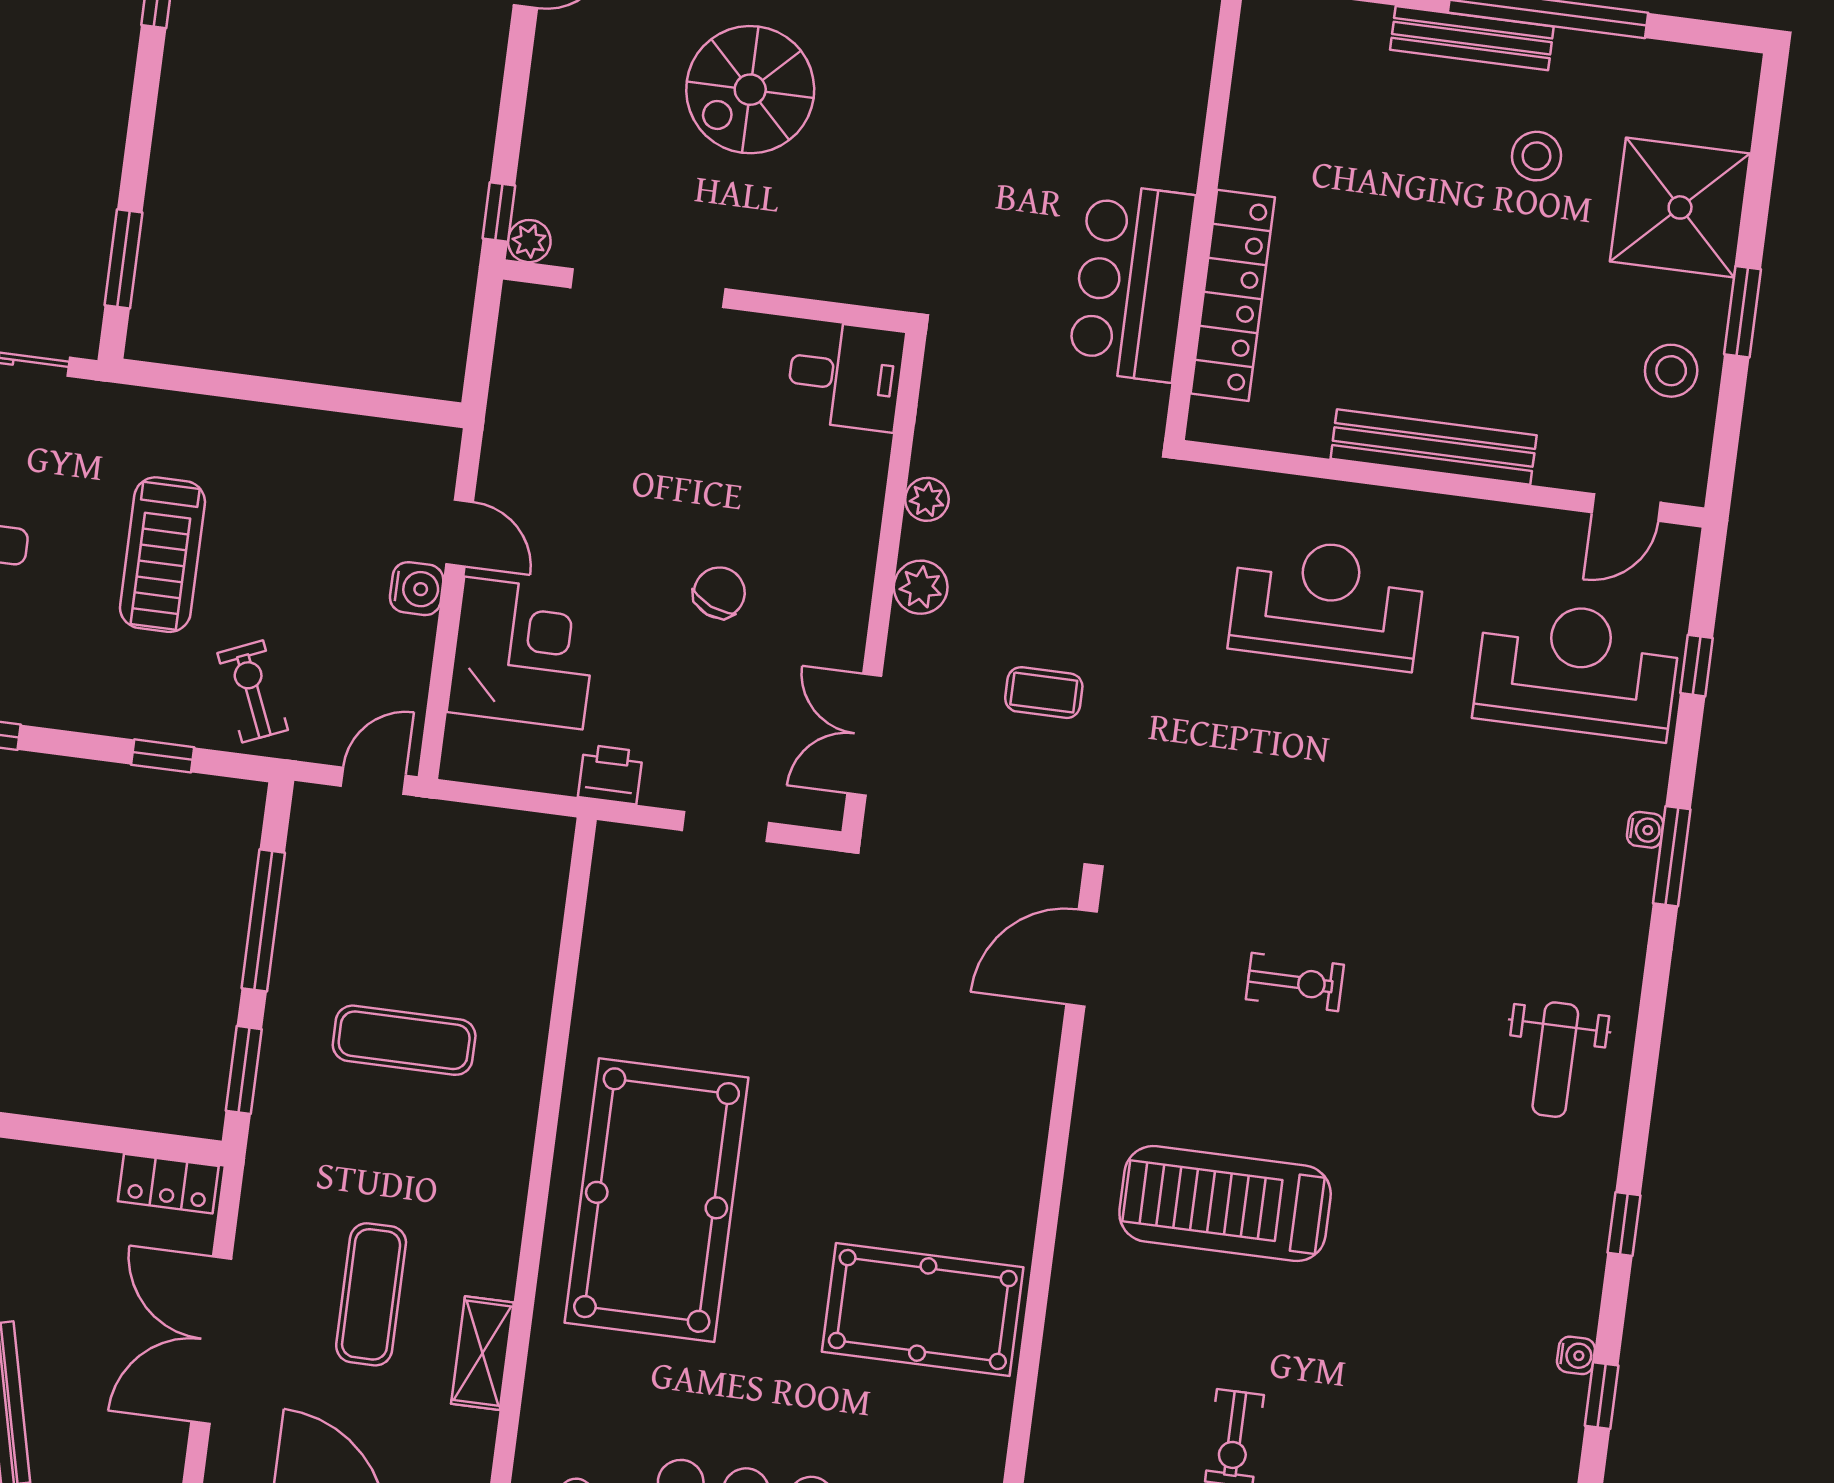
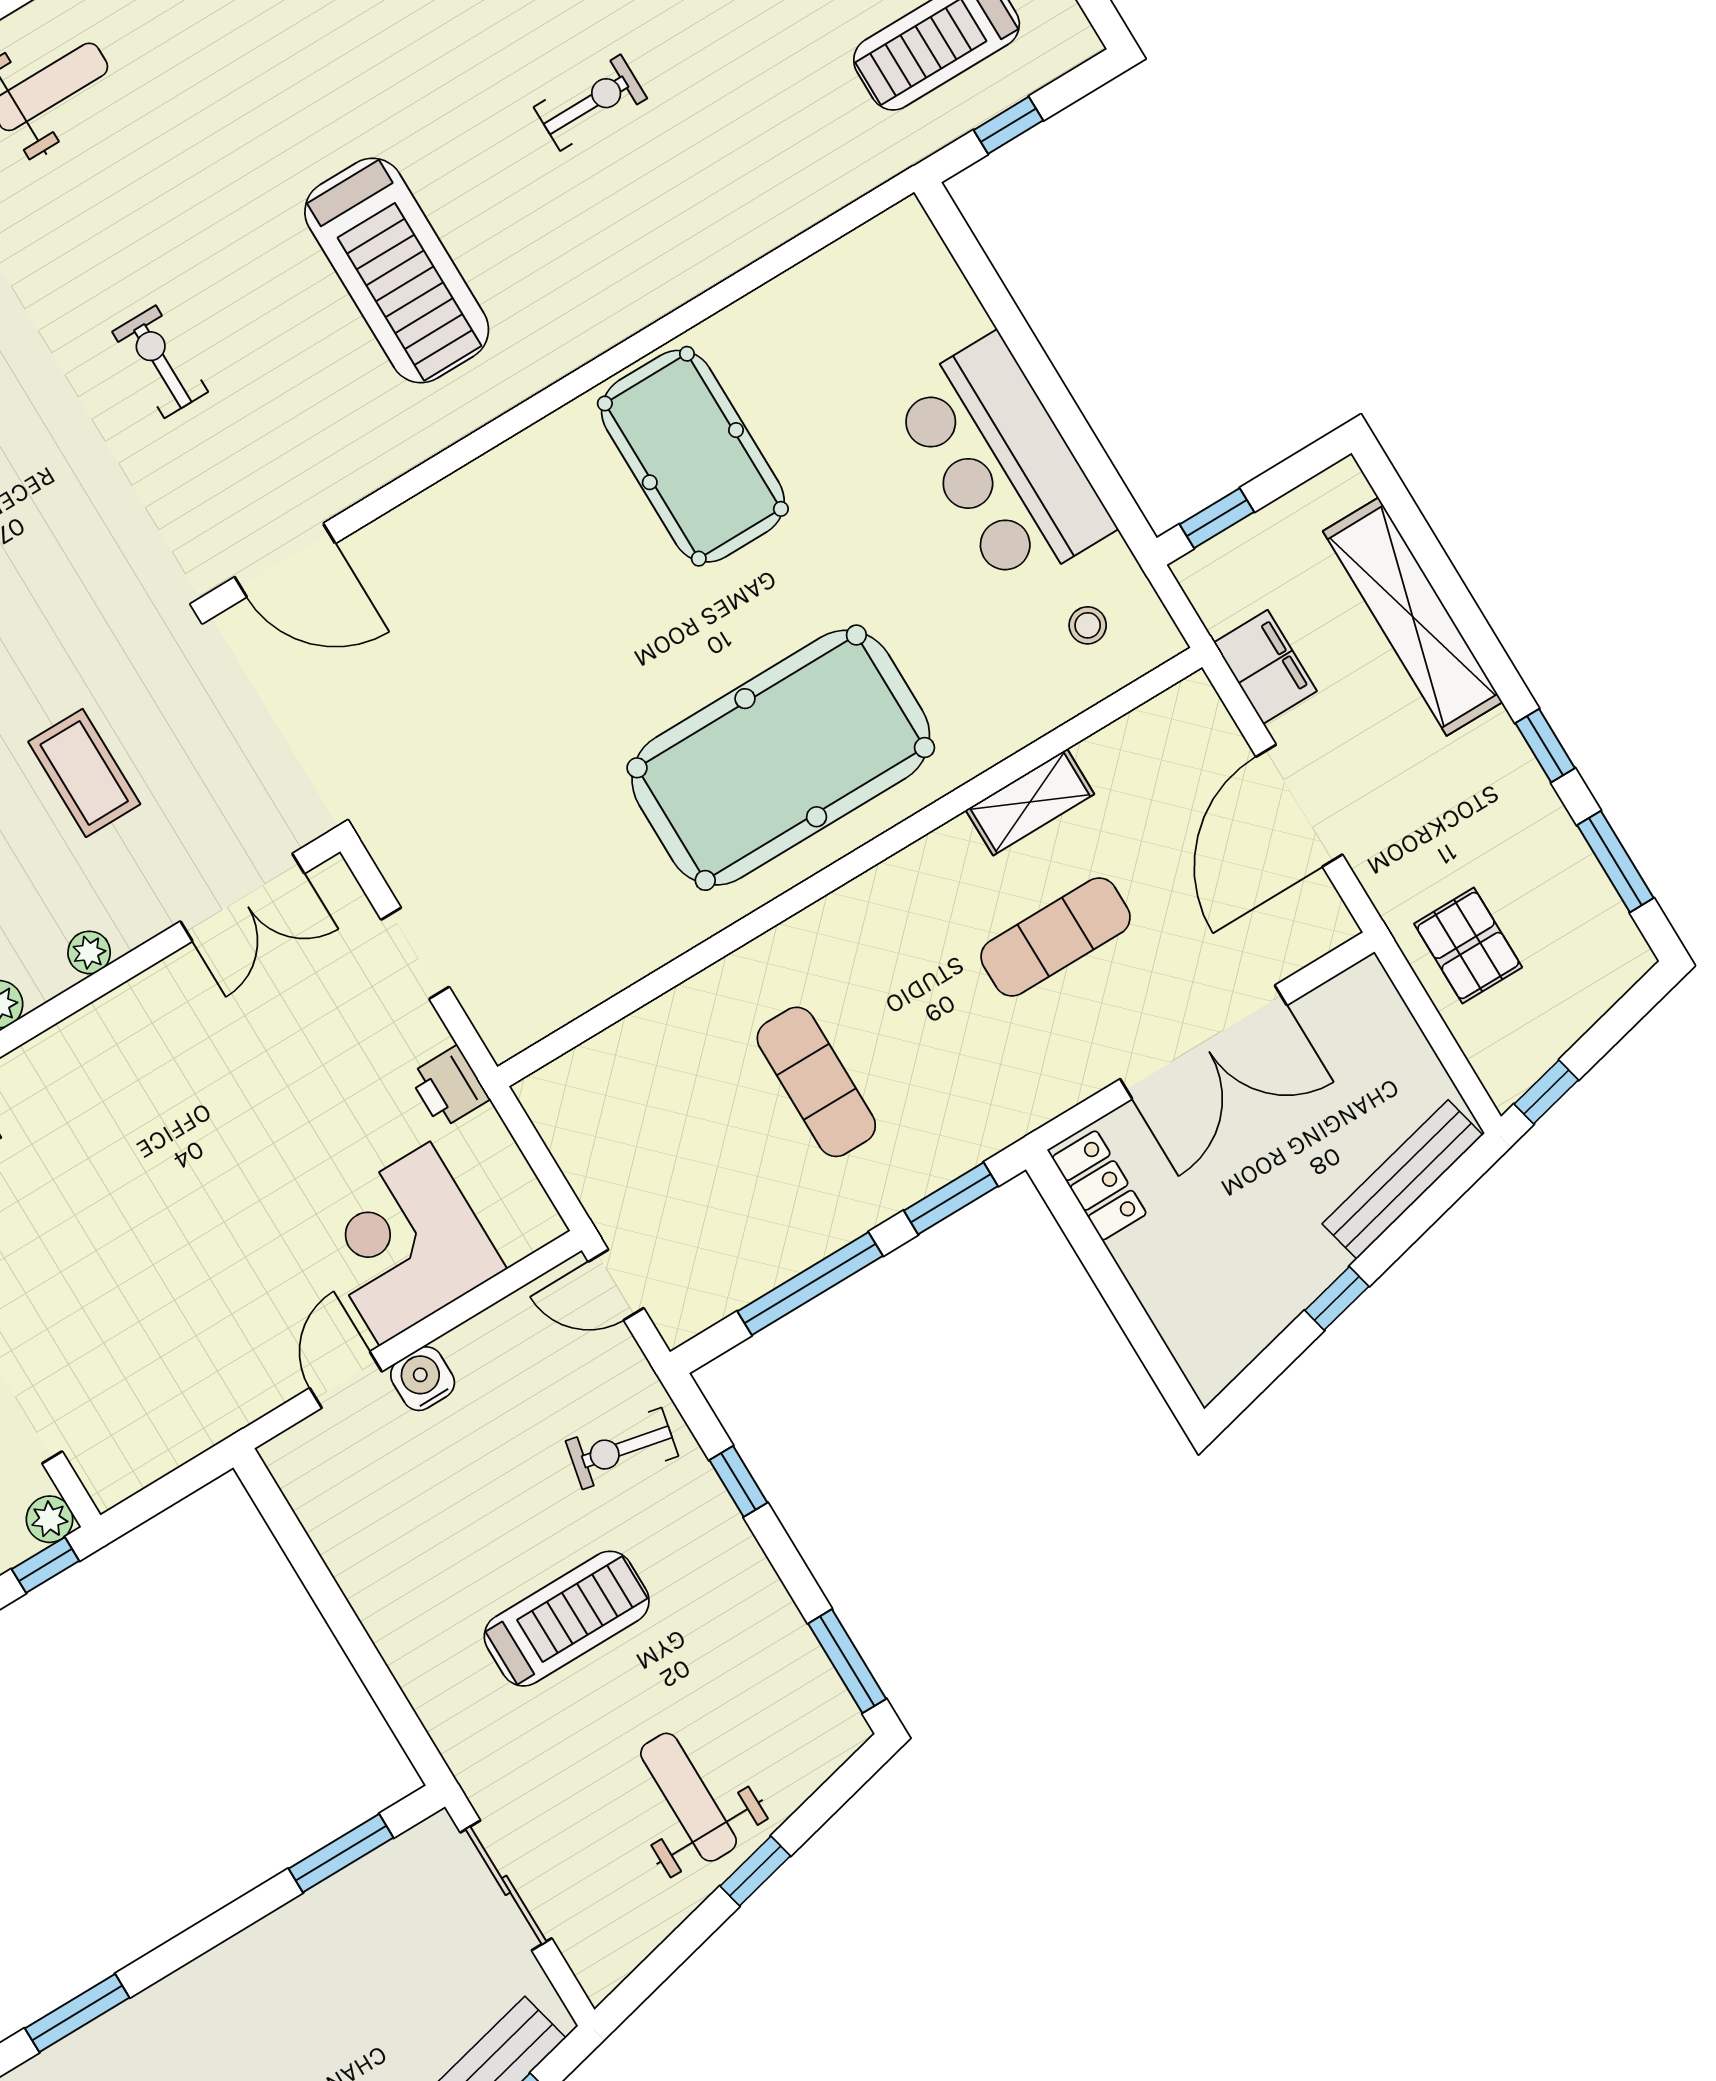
plant: (921, 587) -> (89, 952), width x0.73, depth x0.73
chair: (719, 593) -> (220, 1118), removed
exercise bike: (253, 691) -> (622, 1449), turned 35
coffee table: (1044, 693) -> (84, 773), width x1.36, depth x1.30

